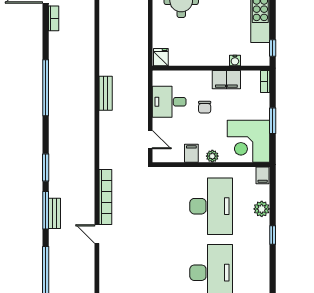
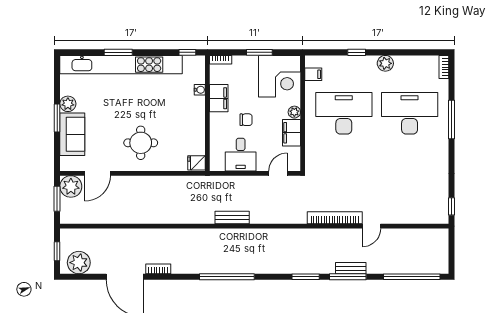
filing cabinet: (191, 153) -> (291, 133), width x2.00
filing cabinet: (263, 175) -> (313, 74), moved
plant: (262, 209) -> (385, 63), moved
window: (273, 235) -> (357, 52), moved

